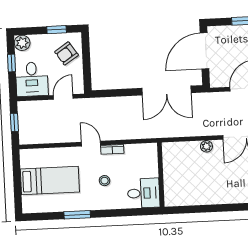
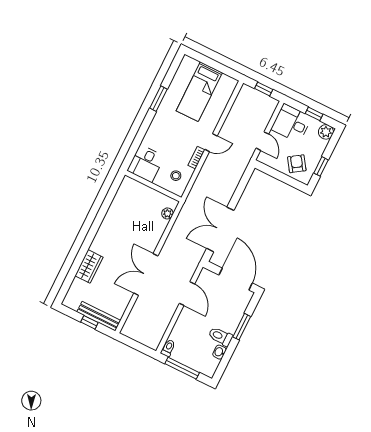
plant: (206, 146) -> (167, 213), moved
stool: (105, 181) -> (176, 176), moved

